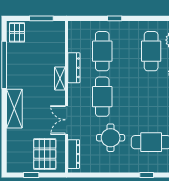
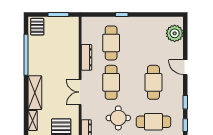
cafe table: (151, 51) -> (153, 82), moved
shelving: (60, 78) -> (33, 120), moved
double door: (67, 120) -> (80, 92), moved

